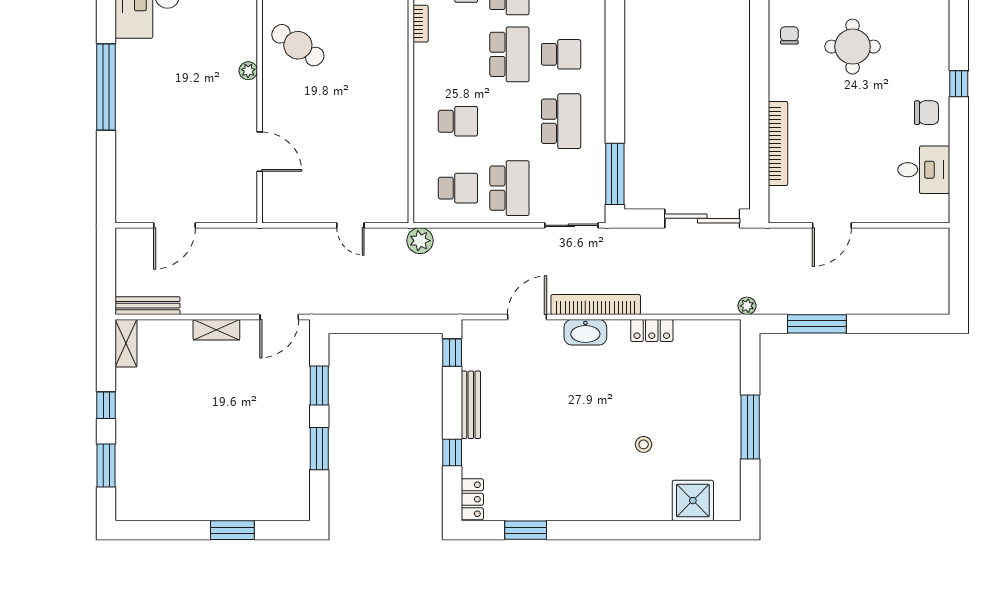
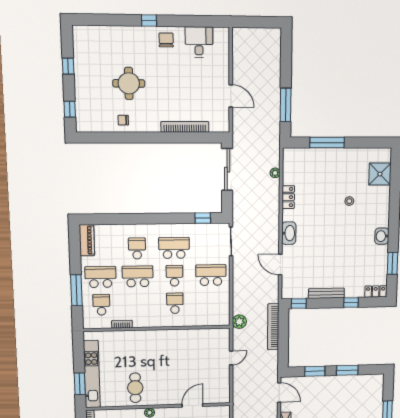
cafe table: (298, 45) -> (135, 388), turned -34
window: (615, 174) -> (203, 218), width x0.46
school desk: (458, 188) -> (174, 276), moved
bookcase: (596, 305) -> (273, 327), moved
plant: (747, 306) -> (275, 173), moved
window: (750, 427) -> (327, 143), moved
washbasin: (578, 508) -> (382, 236), added

